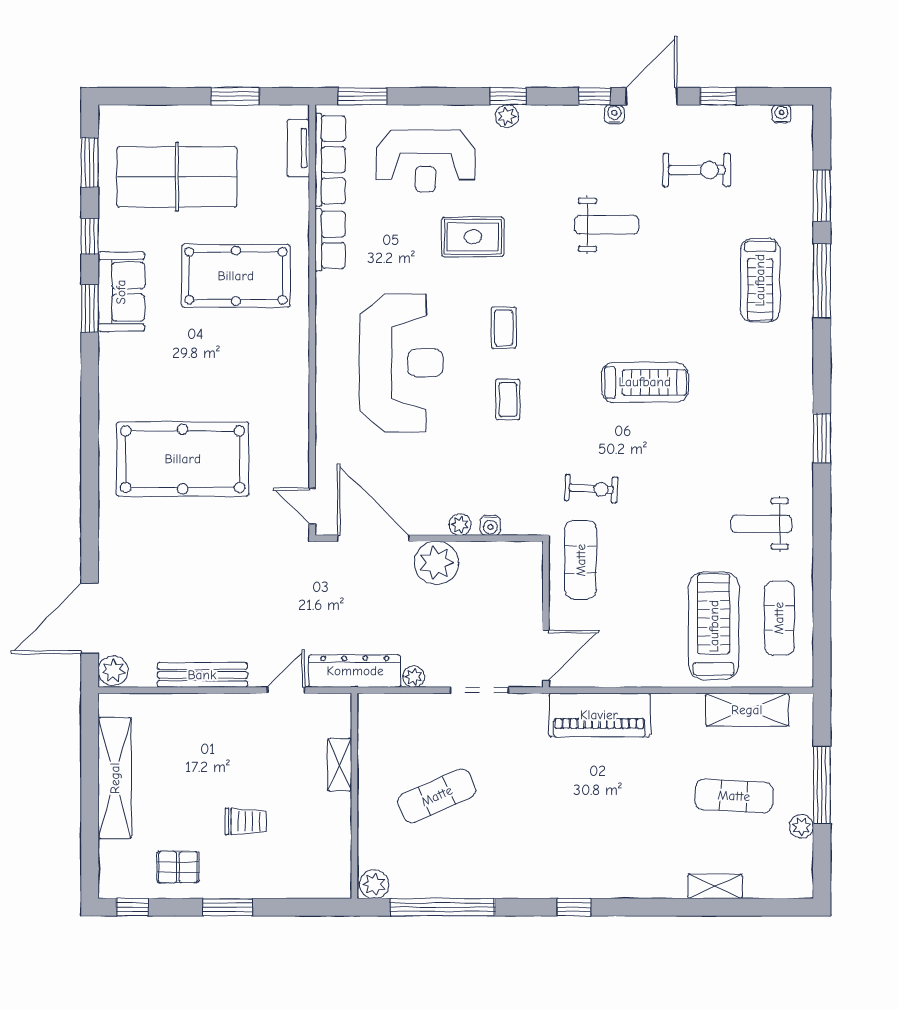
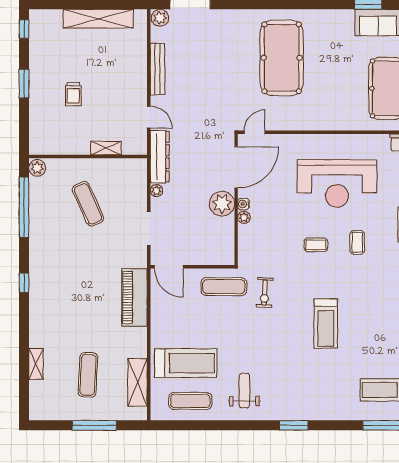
coffee table: (504, 328) -> (357, 242), turned 90
water cooler: (490, 525) -> (244, 204), moved
plant: (801, 826) -> (70, 414), removed
pallet: (178, 867) -> (47, 55), removed

